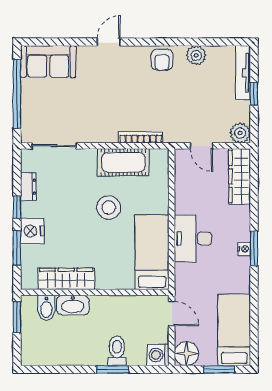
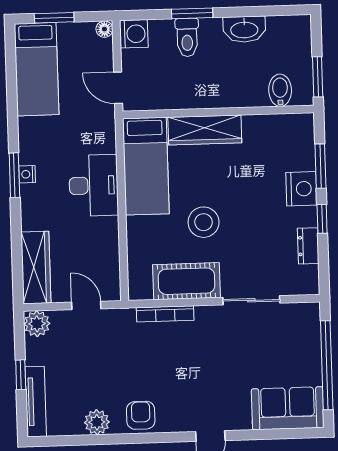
sliding door: (54, 146) -> (251, 300), moved
wardrobe: (66, 279) -> (205, 130), moved
washbasin: (73, 305) -> (244, 29), moved, turned 180
floor lamp: (186, 354) -> (104, 29), width x0.53, depth x0.53

